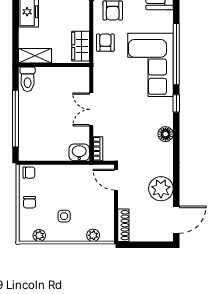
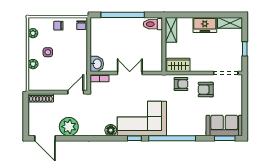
corner sofa: (150, 65) -> (142, 119), moved
plant: (93, 235) -> (33, 64), moved

